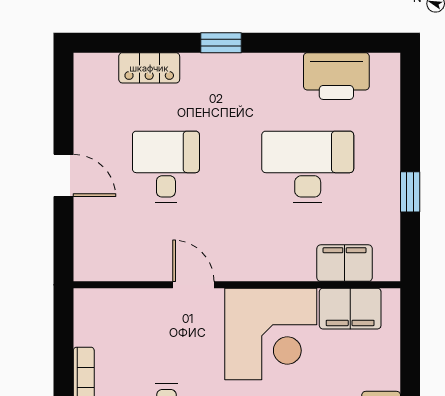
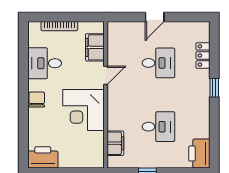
printer: (336, 76) -> (199, 154), moved
desk: (308, 167) -> (158, 127), width x0.73
filing cabinet: (350, 309) -> (95, 47), moved

